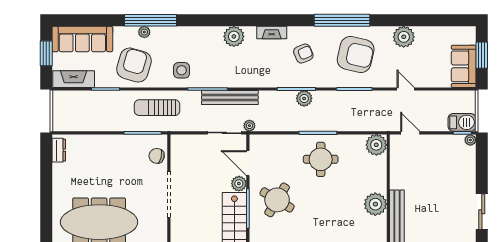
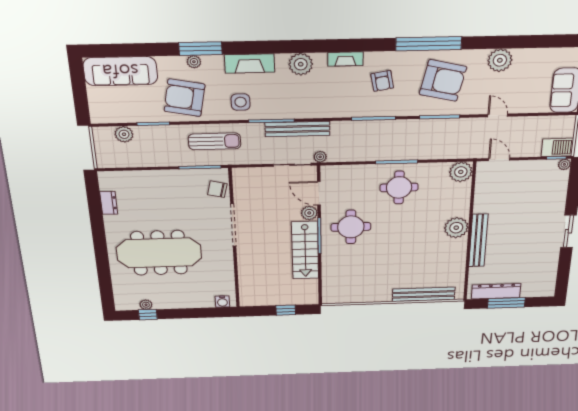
window: (151, 20) -> (201, 49), width x0.68
window: (46, 53) -> (79, 88), removed
armchair: (303, 54) -> (382, 81), turned 103
armchair: (134, 65) -> (184, 98), turned -95
fireplace: (74, 79) -> (250, 63), moved, turned 180
plant: (304, 98) -> (124, 134), moved
sun lounger: (157, 108) -> (215, 141), turned 180
dresser: (59, 150) -> (109, 203), moved
round table: (277, 200) -> (351, 227), turned -31

